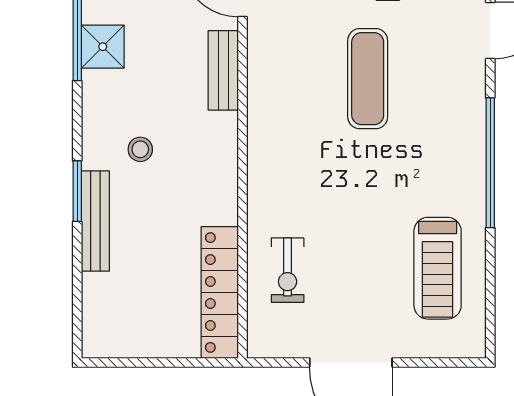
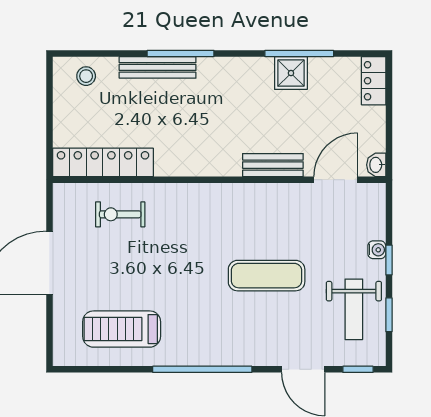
stool: (140, 149) -> (86, 76), moved
window: (77, 191) -> (181, 54), width x1.44

